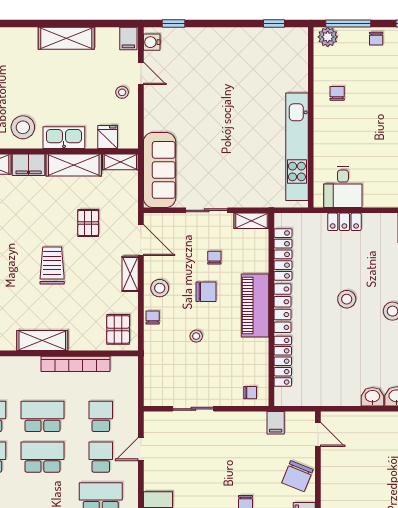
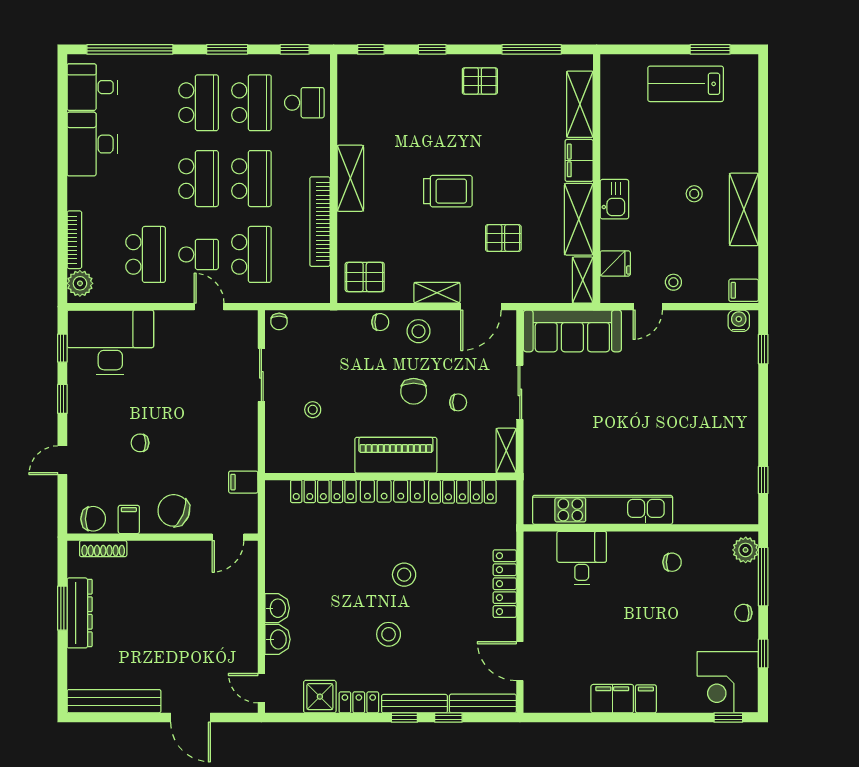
door: (141, 73) -> (648, 307), moved
stool: (23, 127) -> (694, 194), moved, width x0.53, depth x0.53
kitchen sink: (64, 138) -> (614, 199), width x0.73
desk: (343, 187) -> (582, 558), moved, turned 90
locker: (344, 222) -> (505, 584), width x1.53
stool: (196, 336) -> (313, 410), moved
chair: (250, 393) -> (279, 321), moved
school desk: (101, 416) -> (251, 254), width x1.85

